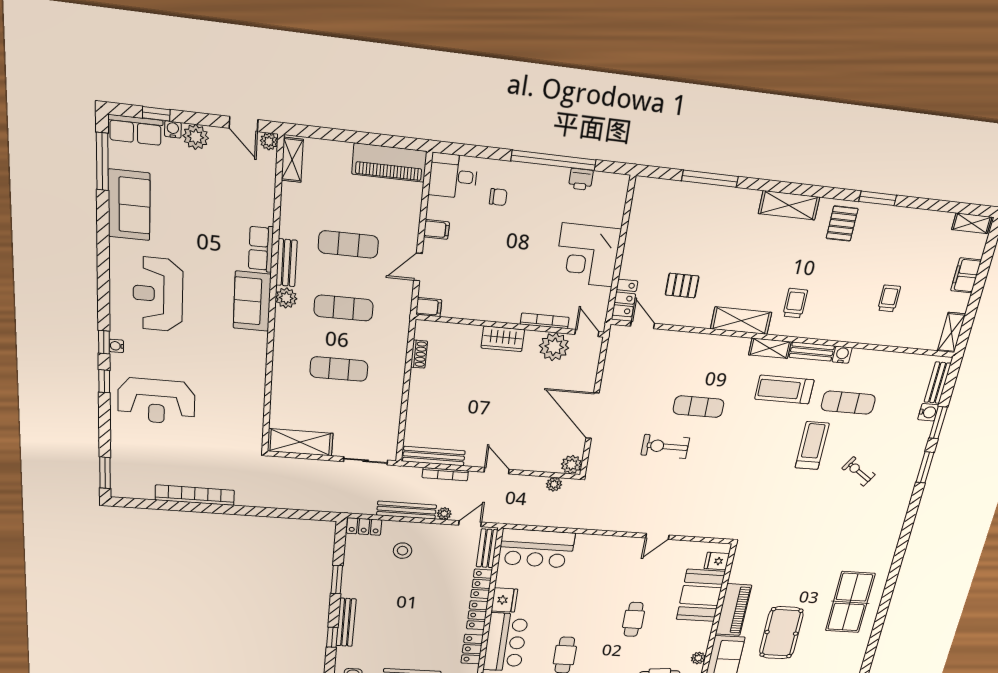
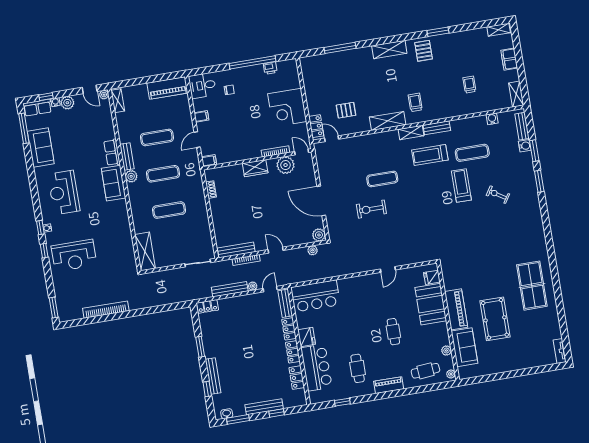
water cooler: (842, 355) -> (492, 119), moved
shelving: (300, 442) -> (145, 251), moved, turned 90
stool: (403, 551) -> (235, 317), removed

